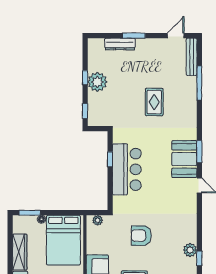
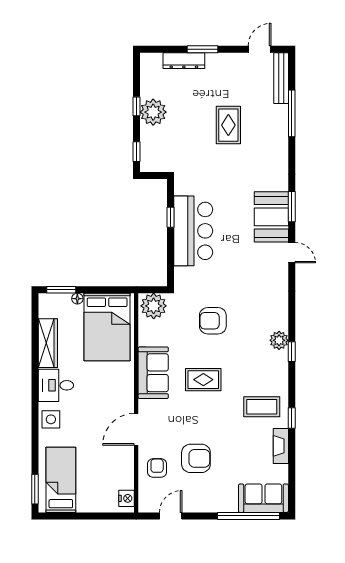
rug: (154, 102) -> (228, 125), moved
plant: (98, 220) -> (154, 306), width x1.88, depth x1.88

